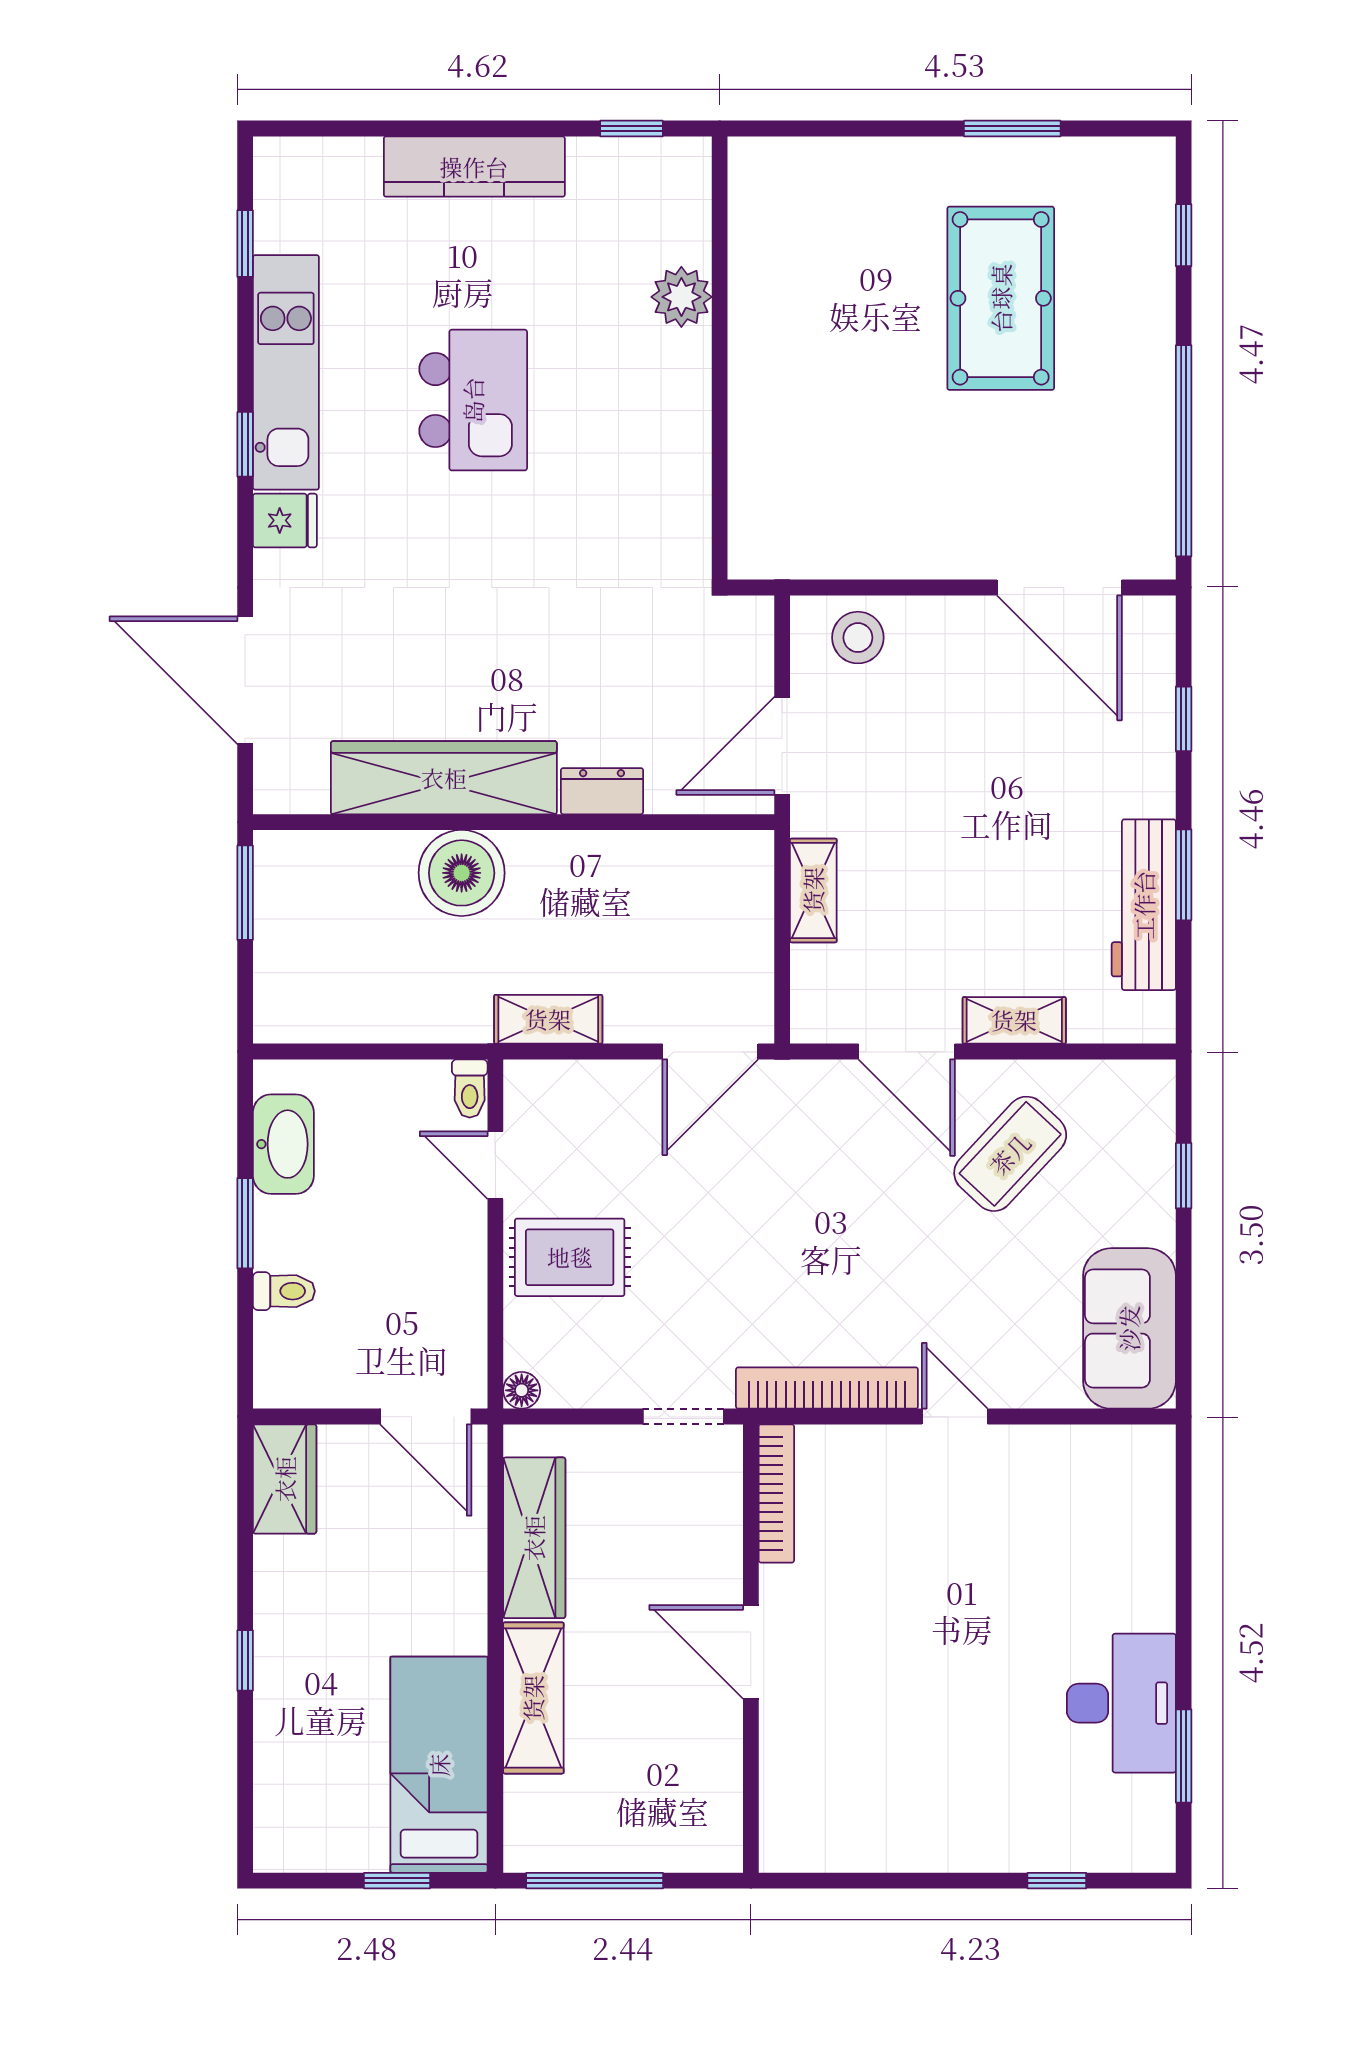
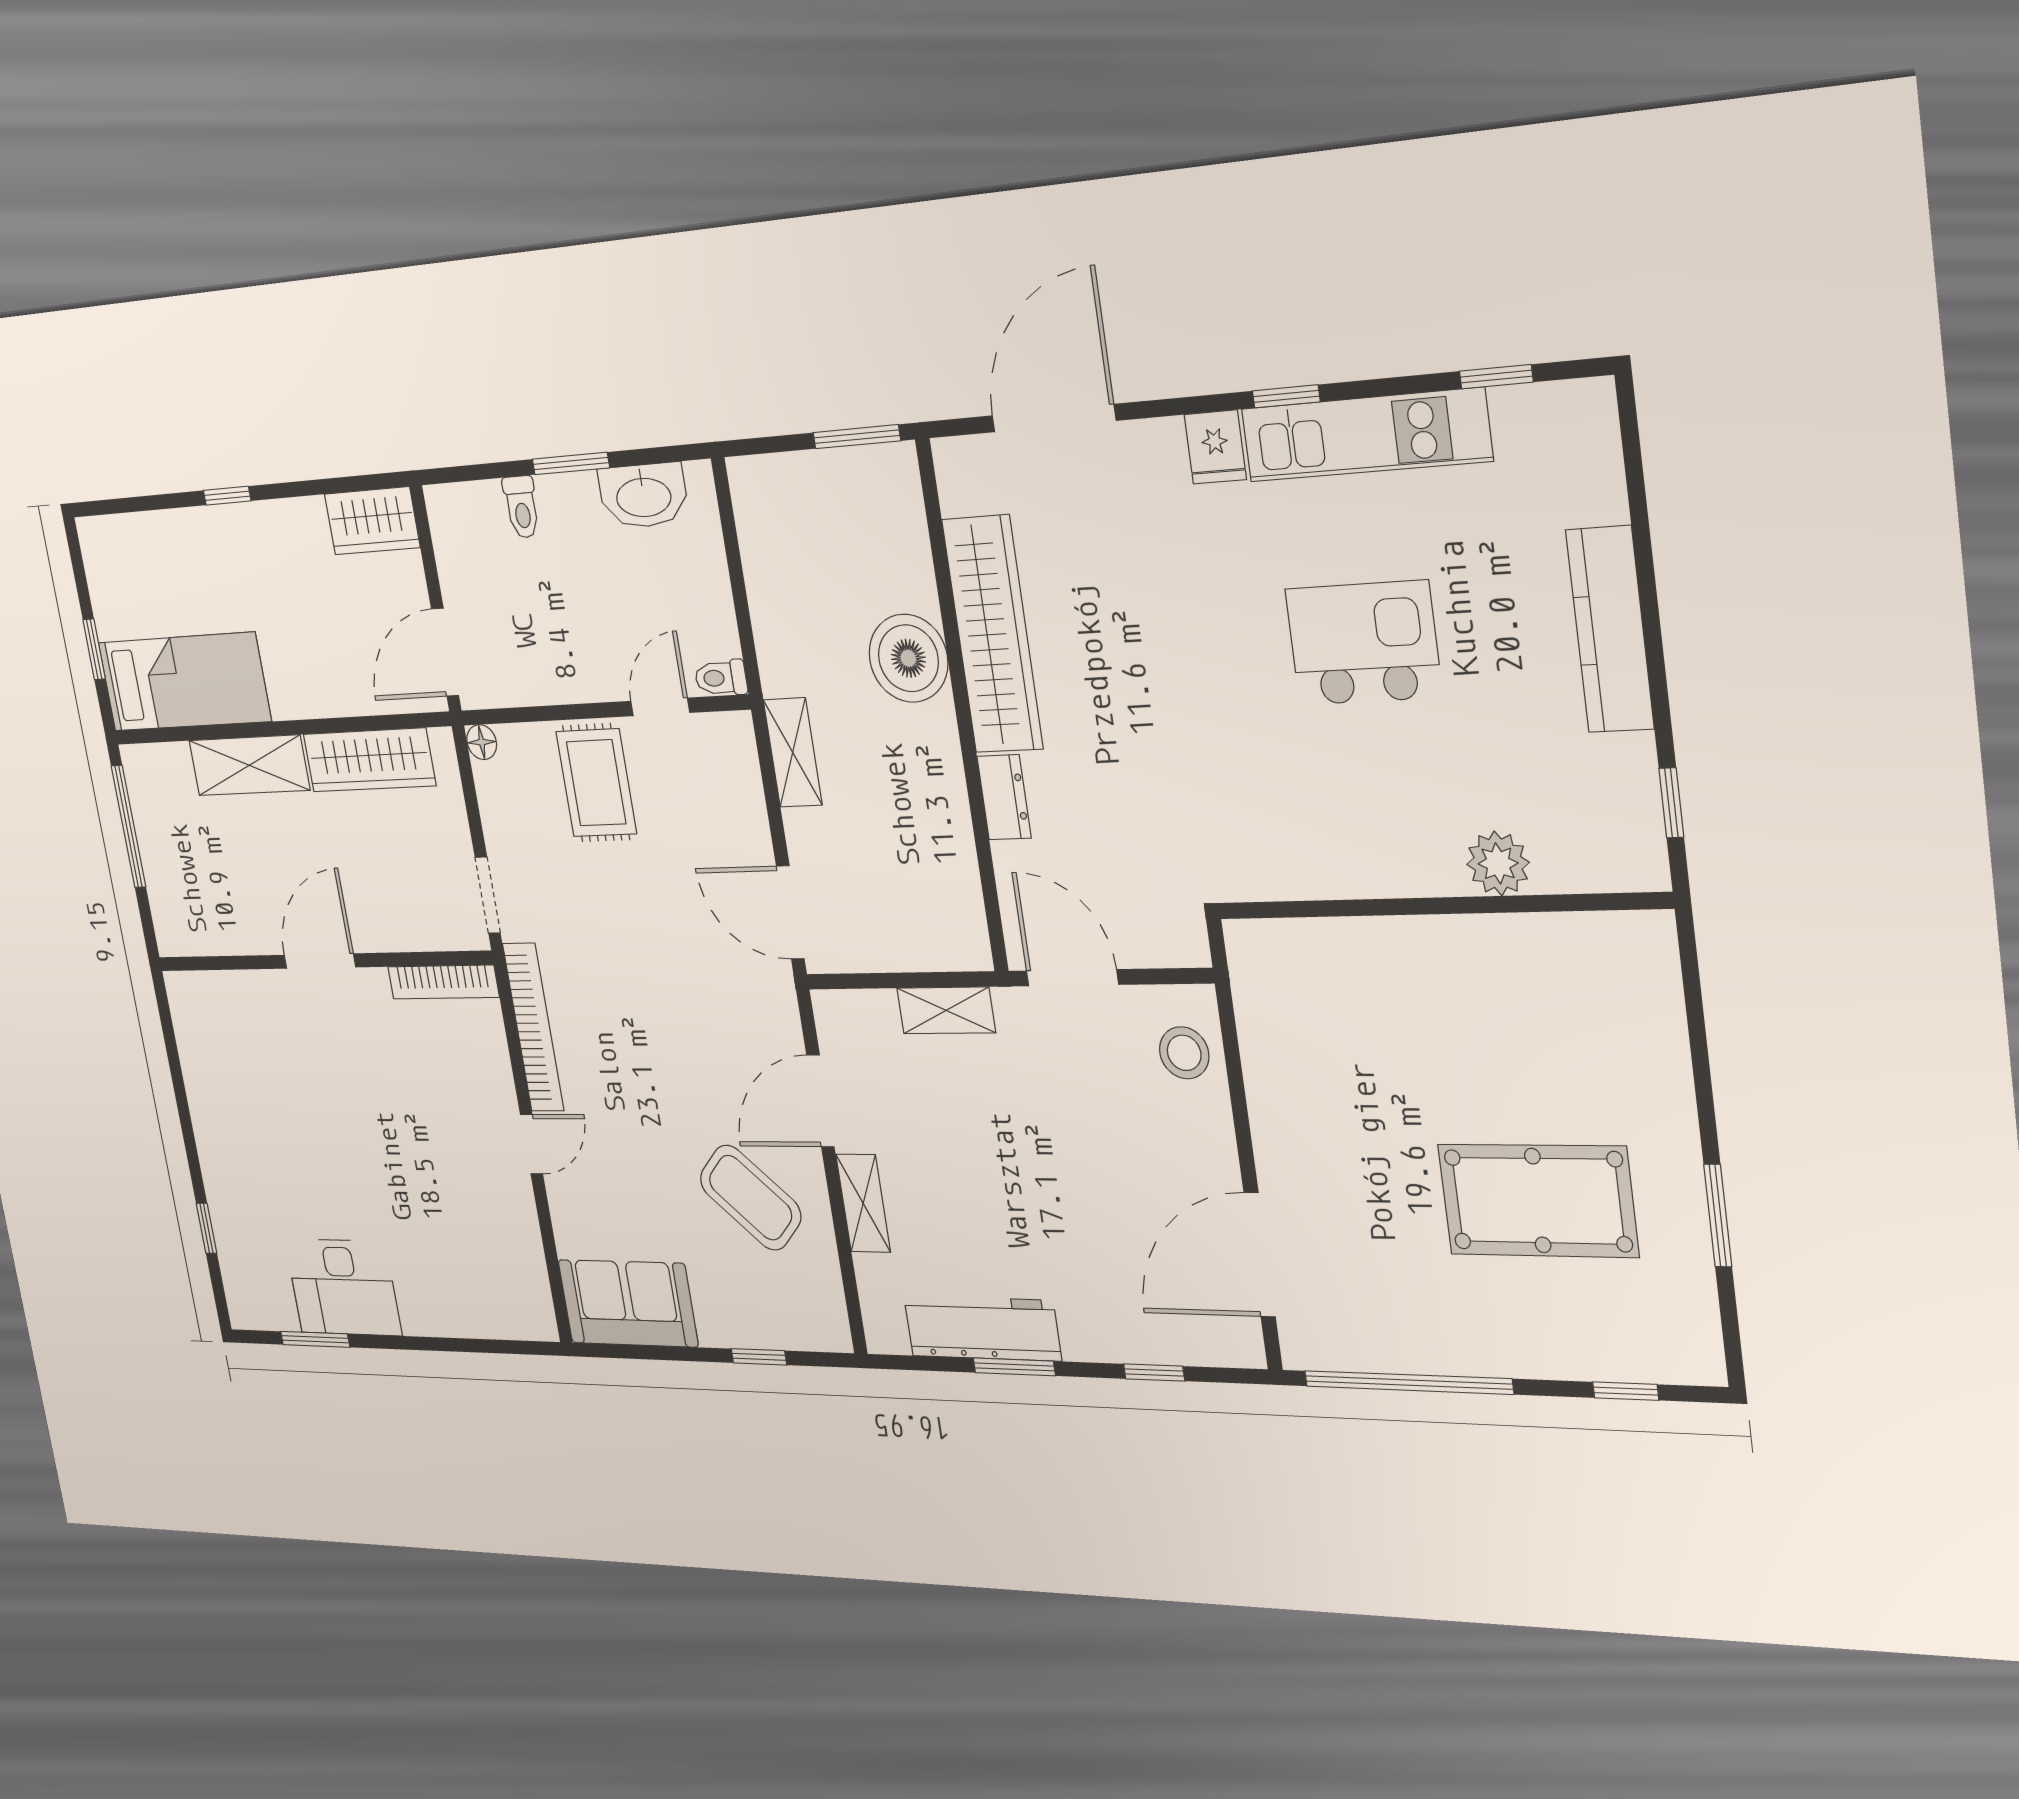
kitchen island: (473, 400) -> (1364, 643), turned 180

